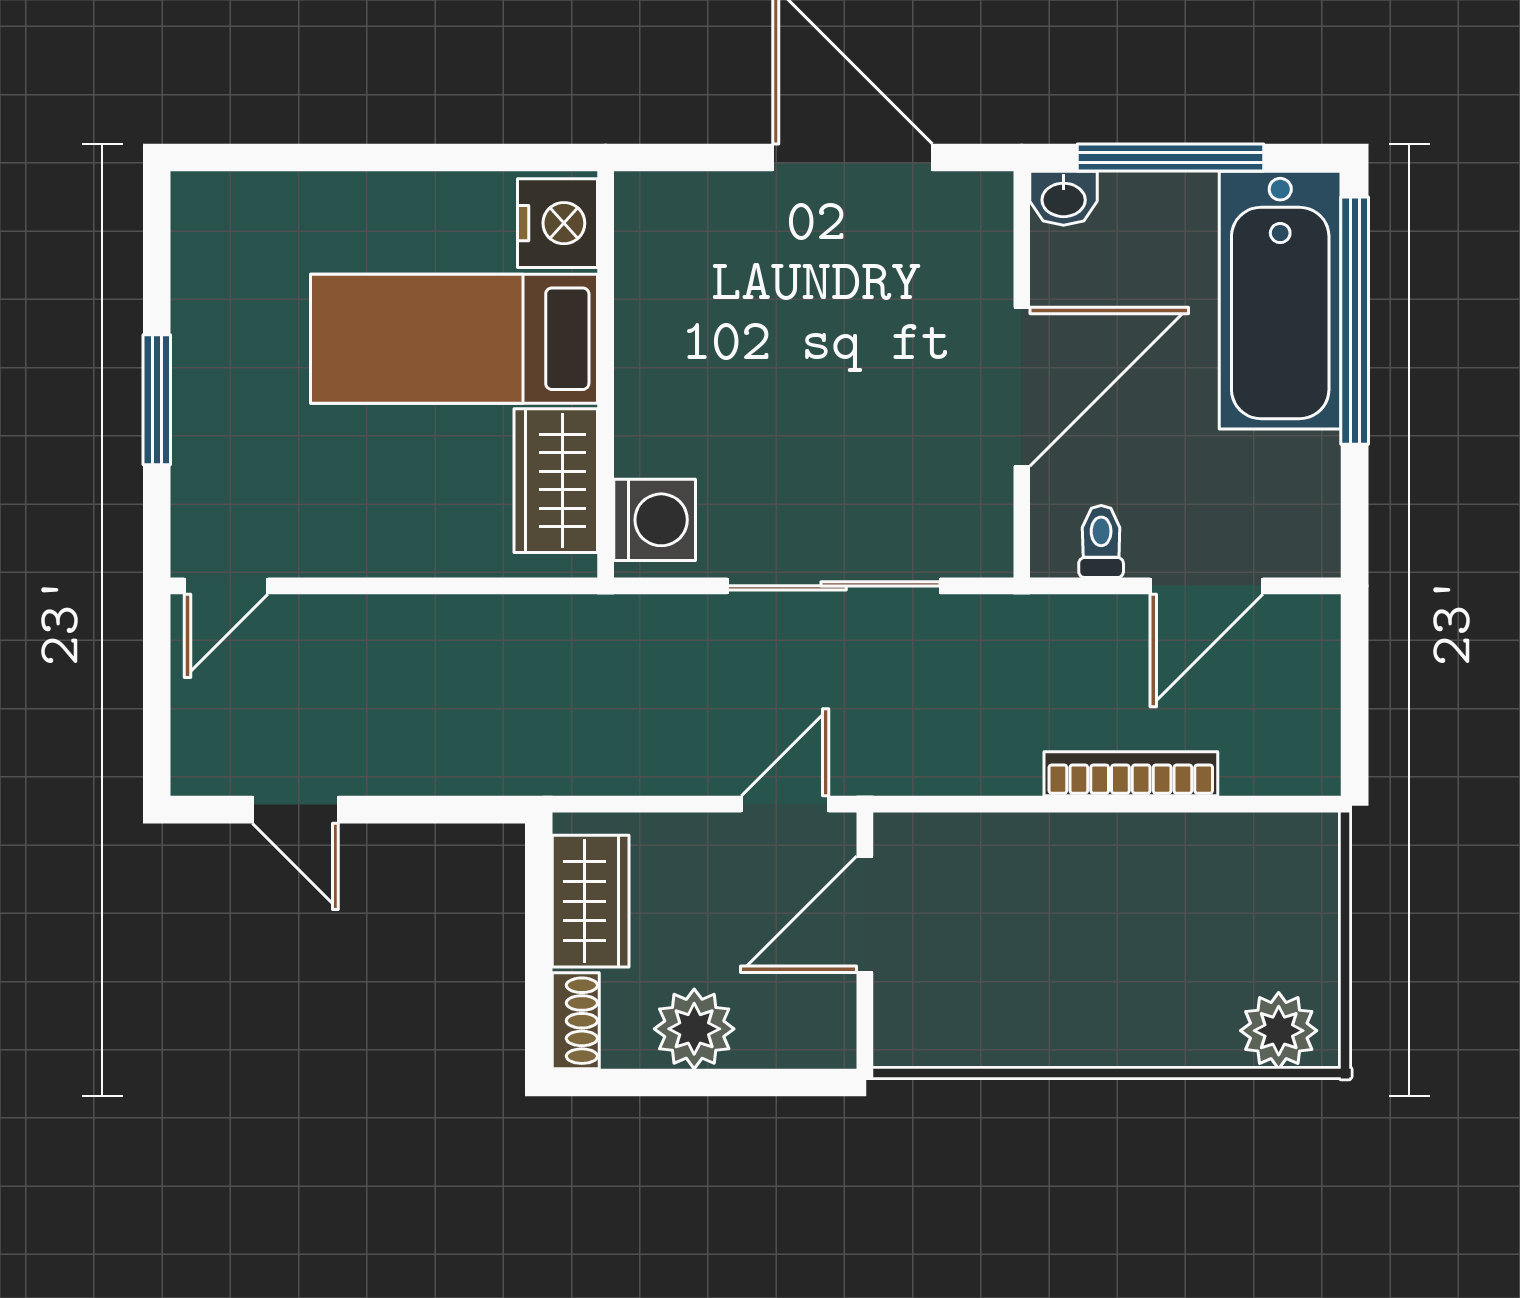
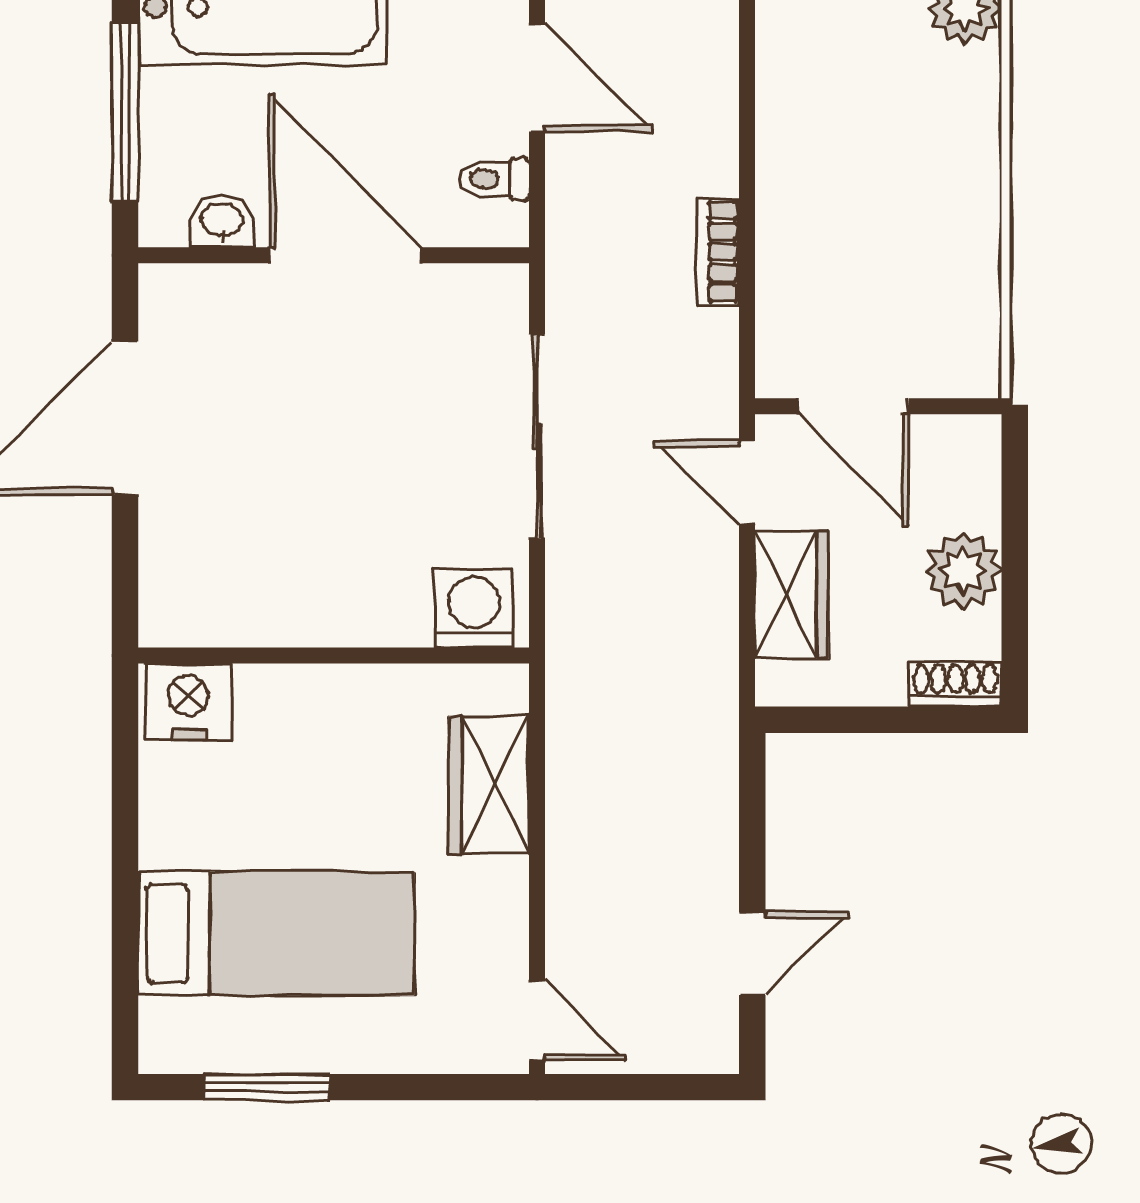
washbasin: (1064, 198) -> (222, 221), moved, turned -90
bed: (454, 339) -> (276, 933), moved, turned -90
window: (157, 400) -> (267, 1087), moved
wardrobe: (556, 481) -> (489, 785), moved, turned 90
bookcase: (1131, 774) -> (718, 252), moved, width x0.64
wardrobe: (591, 901) -> (792, 595), moved, turned 90

